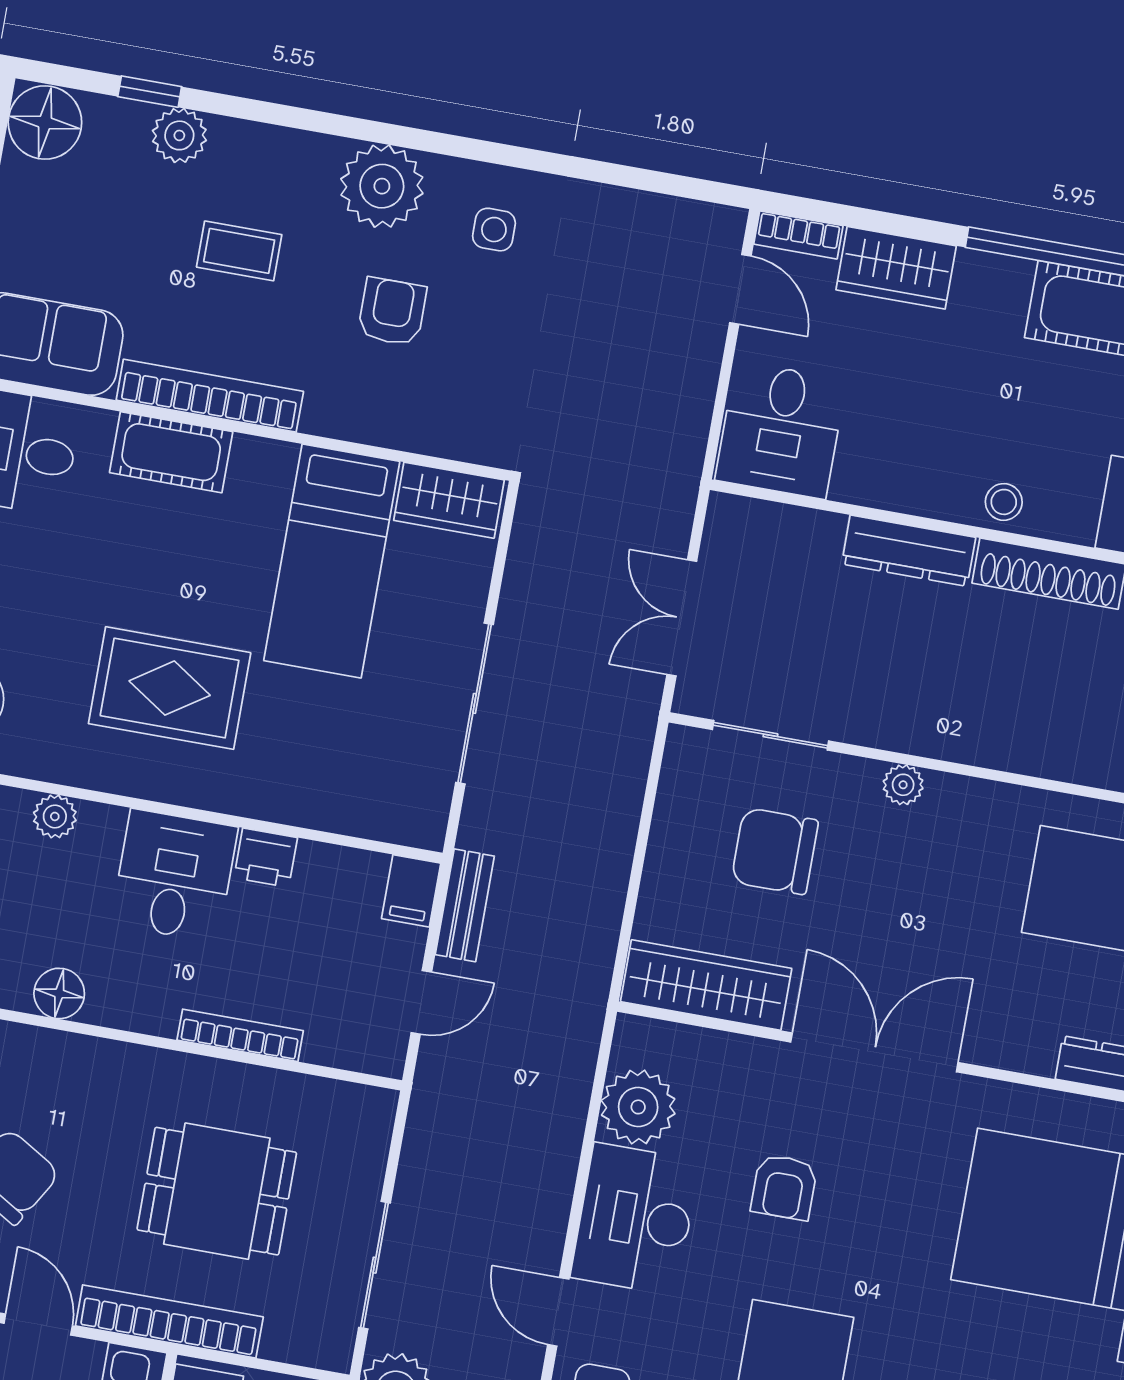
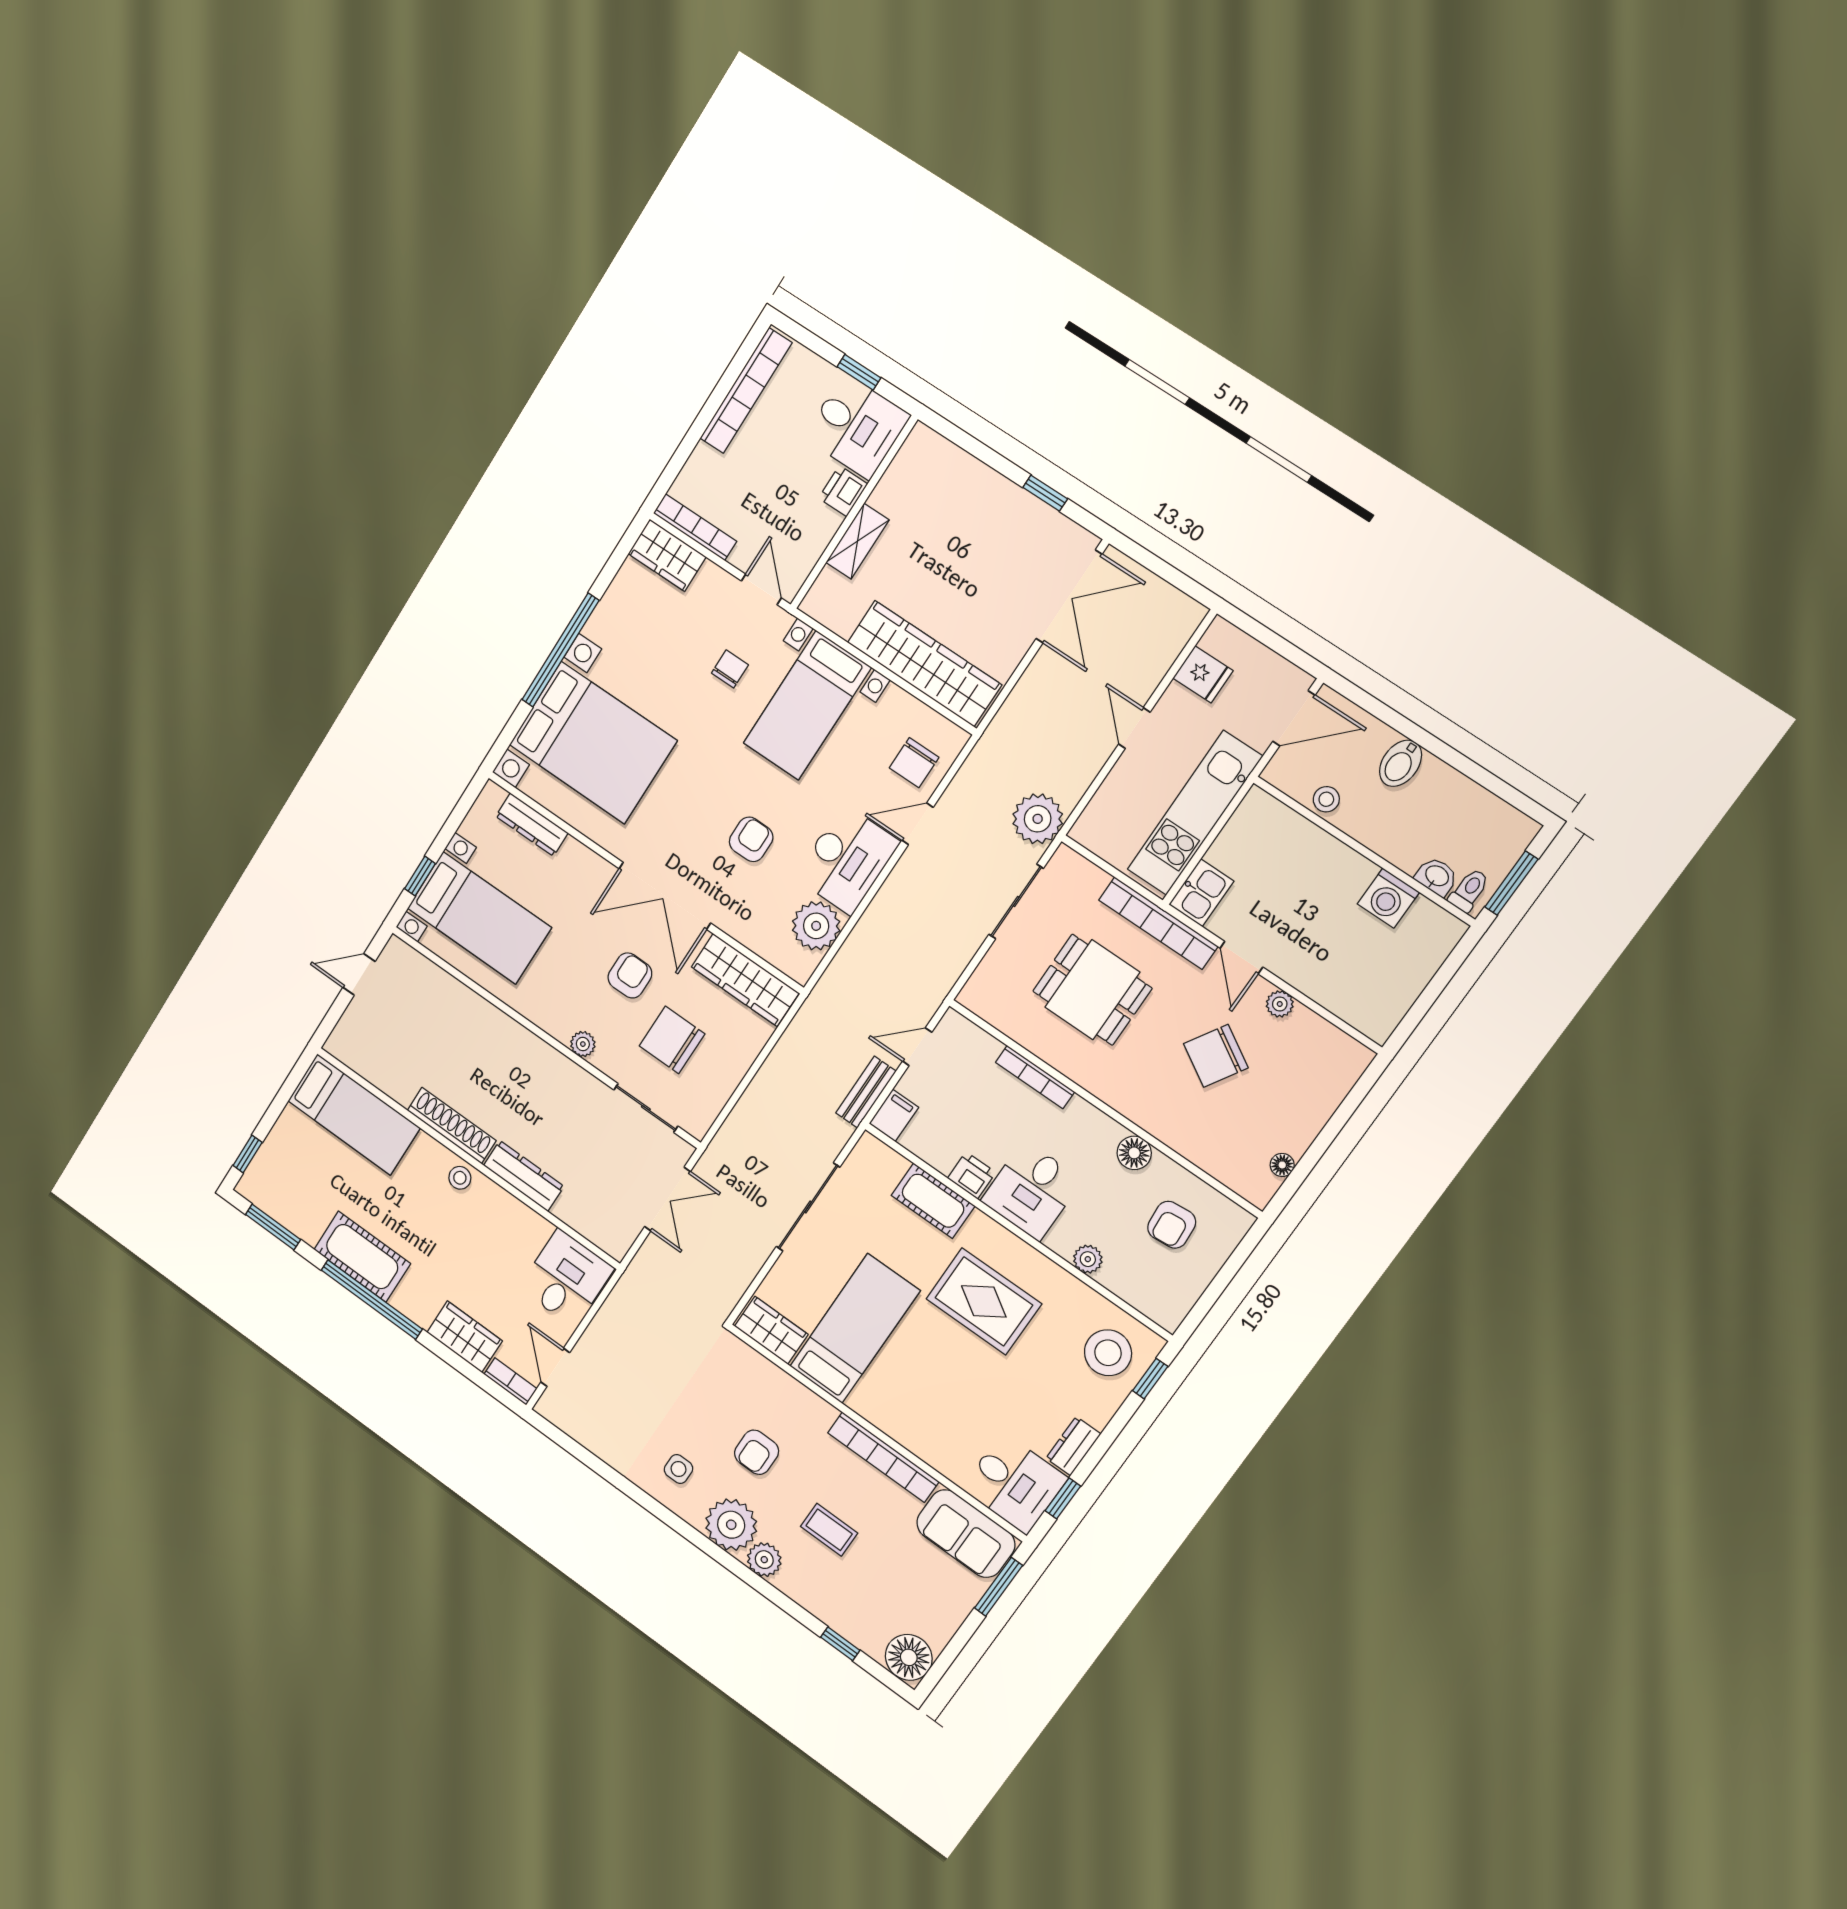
plant: (179, 135) -> (764, 1560), moved
cot: (171, 452) -> (933, 1201), moved
chair: (775, 851) -> (672, 1040), turned 180
armchair: (876, 916) -> (630, 975), added
door: (558, 1312) -> (918, 824), swing flipped

